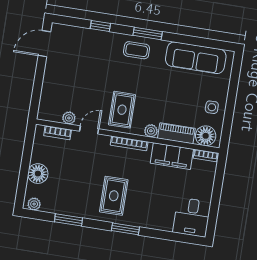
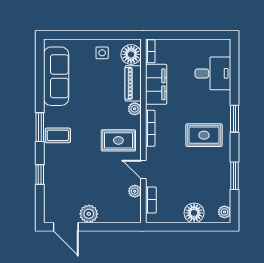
coffee table: (137, 50) -> (58, 135), turned 90
plant: (54, 69) -> (89, 214), added
desk: (192, 217) -> (213, 73), moved

